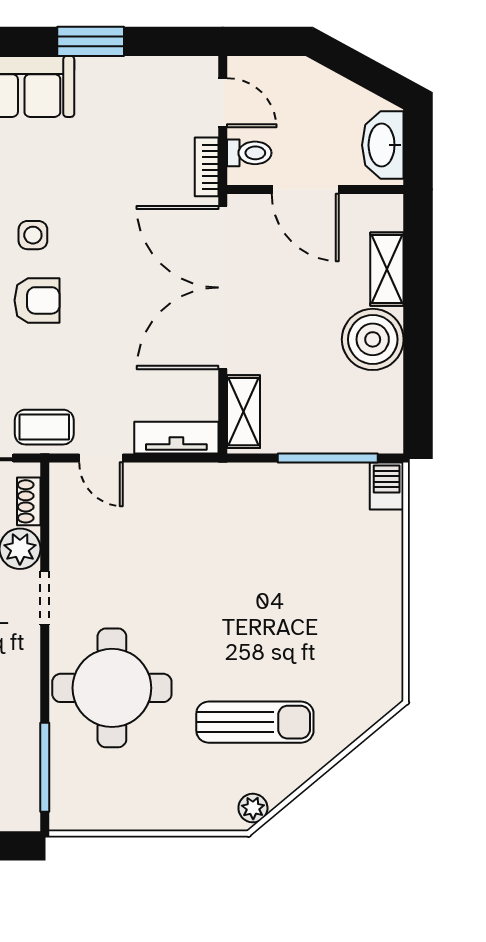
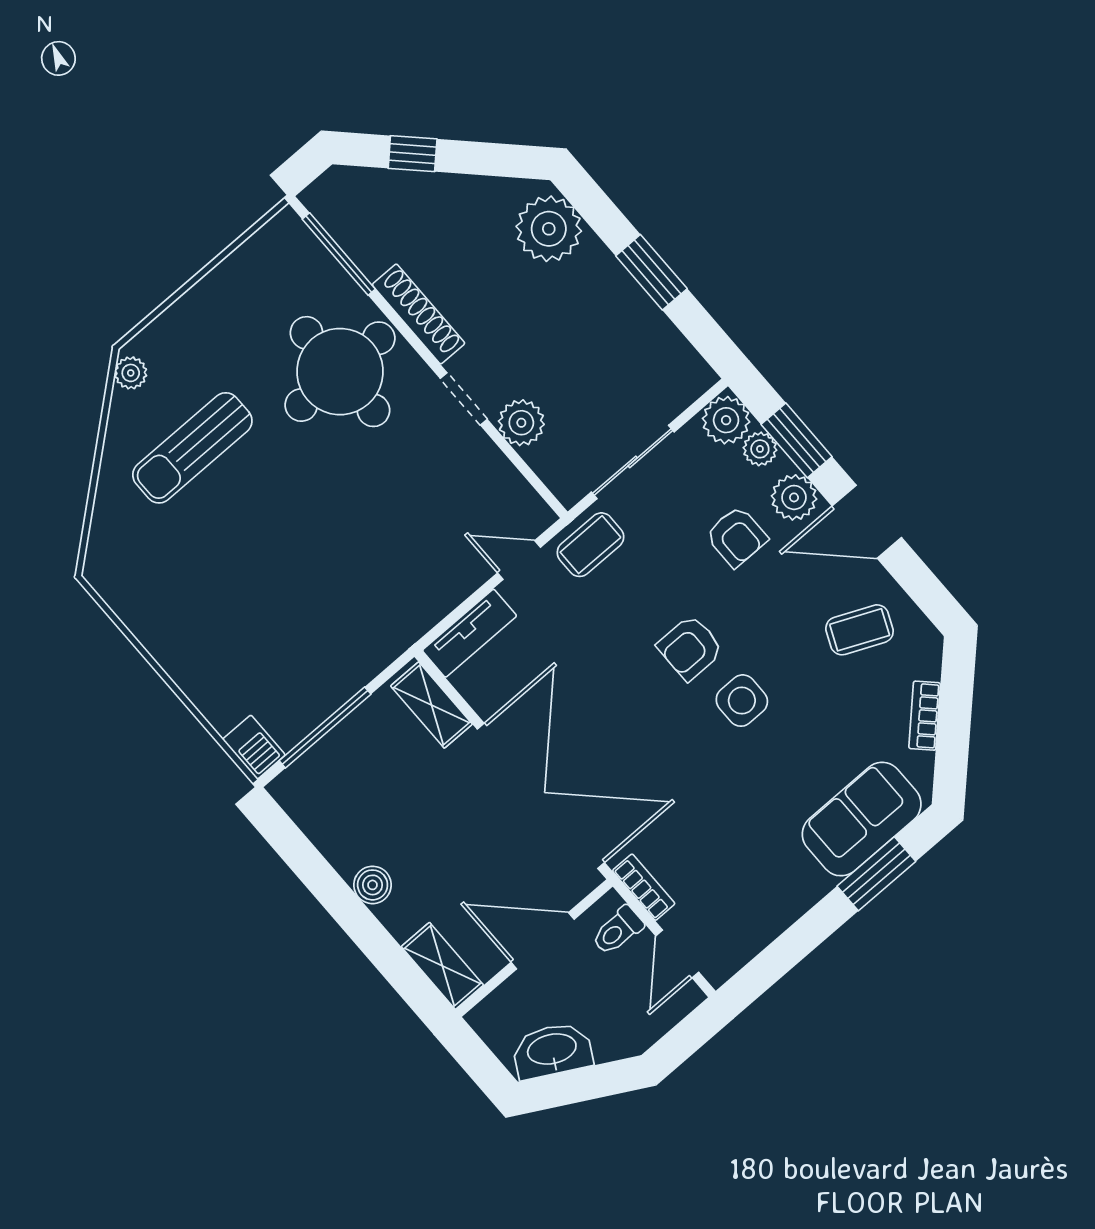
window: (91, 41) -> (876, 874), moved
door: (223, 103) -> (677, 954), hinge flipped
washbasin: (383, 145) -> (552, 1050), moved, turned -61
side table: (33, 235) -> (742, 701), width x1.37, depth x1.37
shelving: (387, 269) -> (442, 966), moved
boiler: (373, 339) -> (373, 885), width x0.54, depth x0.54
shoe rack: (29, 501) -> (419, 314), moved, width x1.94, depth x1.24

